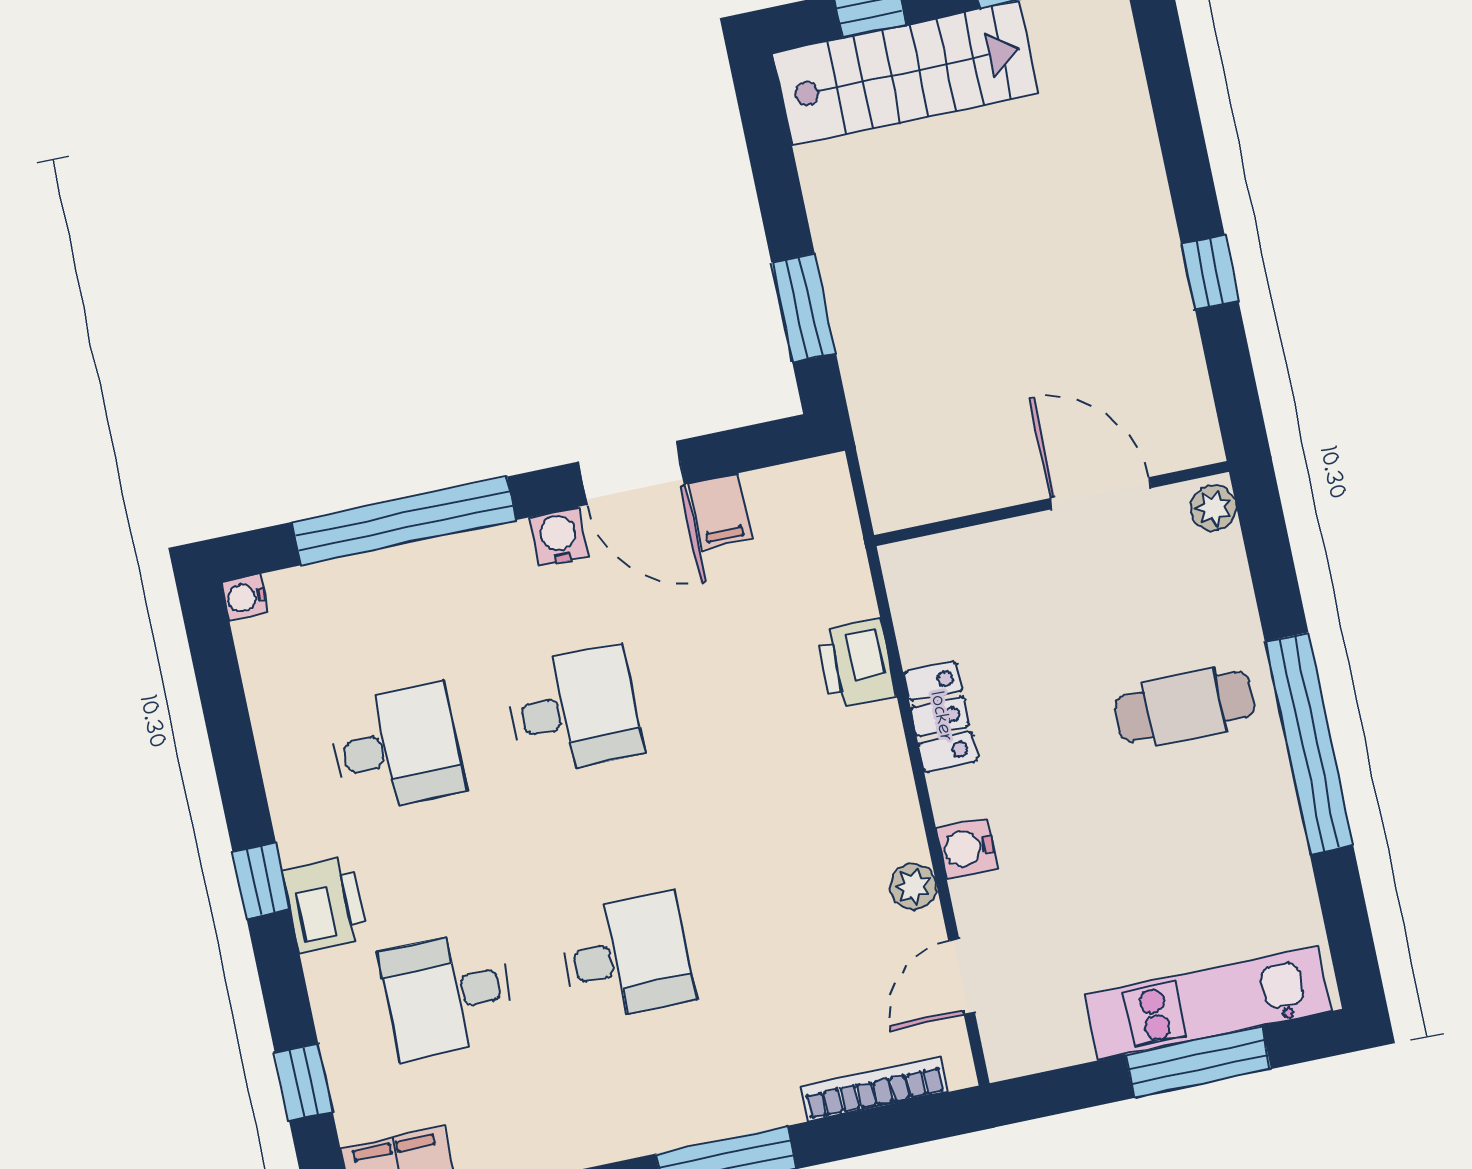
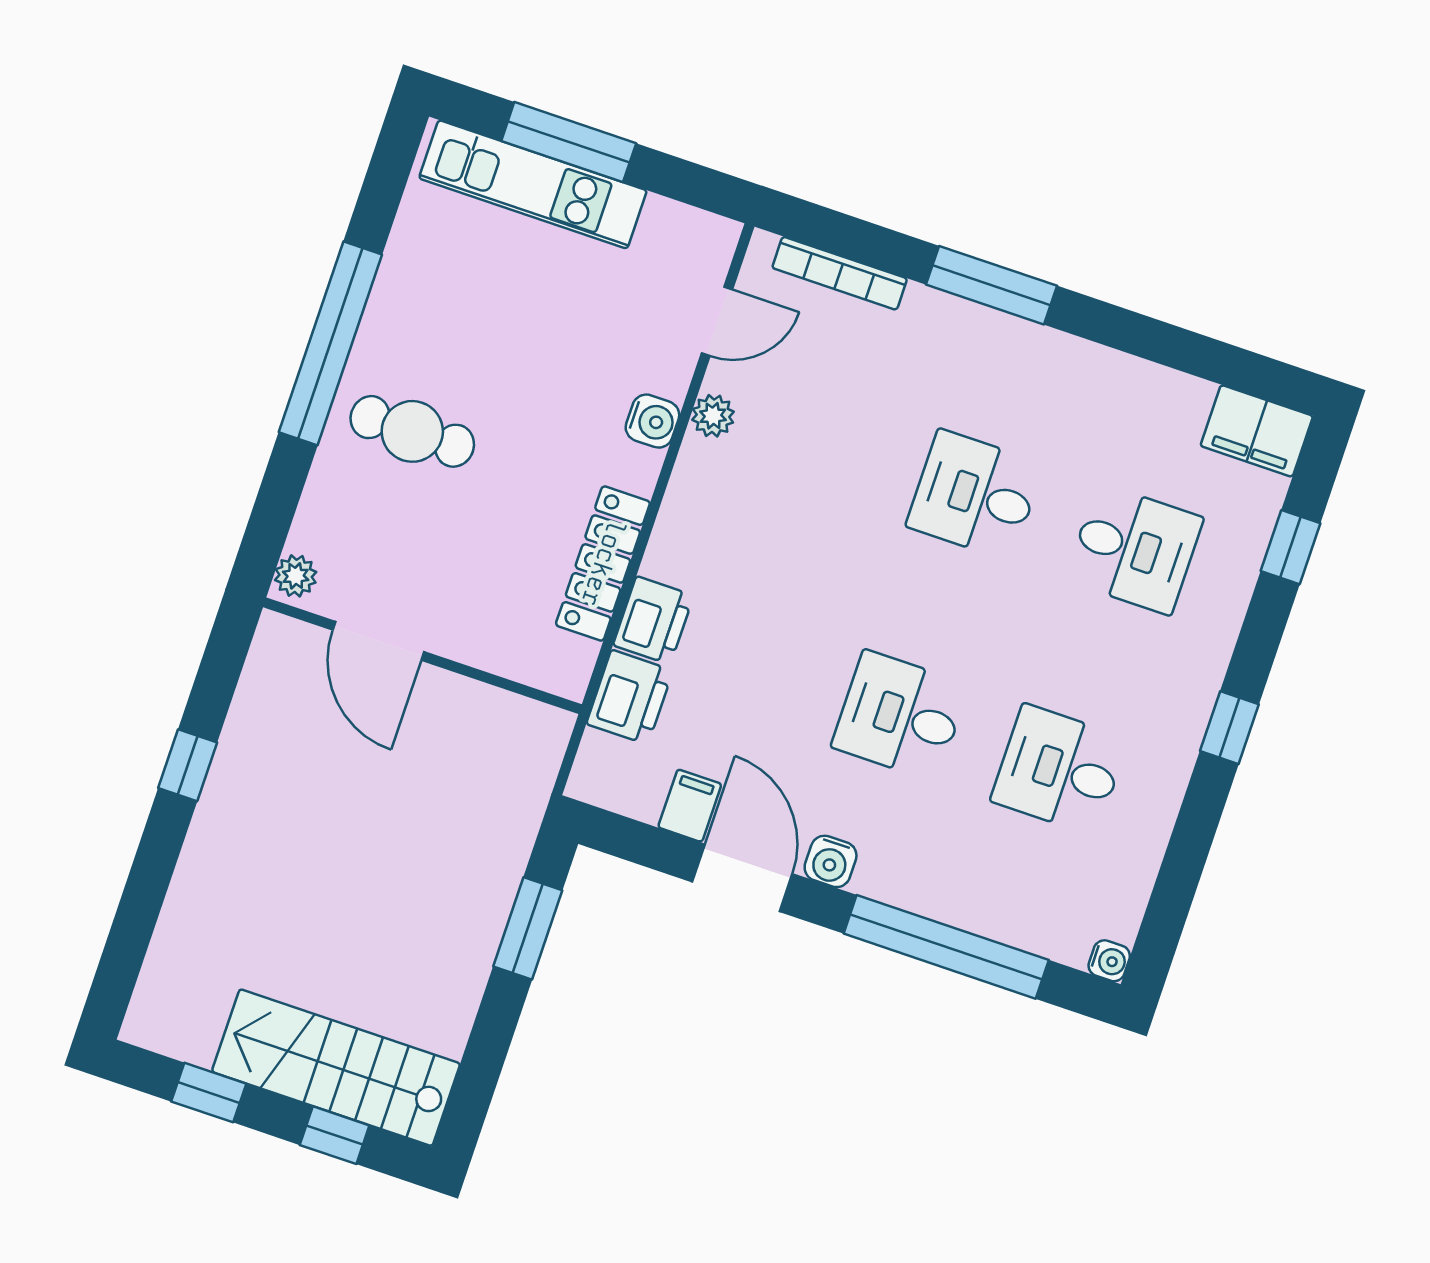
locker: (940, 717) -> (603, 563), width x1.53
printer: (325, 905) -> (630, 697), moved, turned 180

